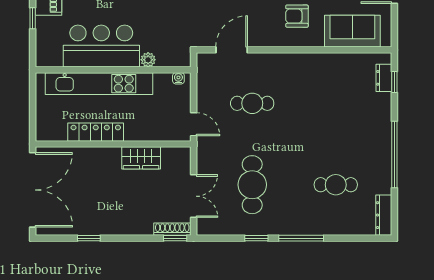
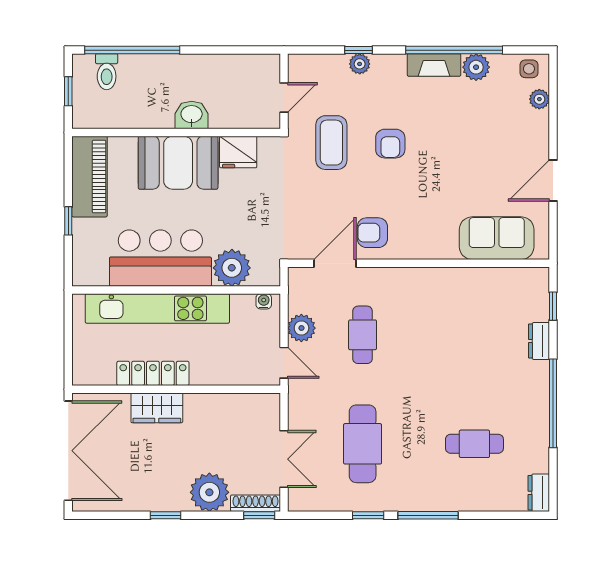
armchair: (297, 16) -> (372, 233), moved
plant: (148, 60) -> (232, 268), width x1.88, depth x1.88
dresser: (384, 78) -> (539, 341), moved
plant: (207, 98) -> (301, 328), added
cafe table: (252, 103) -> (363, 335), turned 90
wardrobe: (141, 158) -> (157, 408), moved
dresser: (384, 215) -> (539, 493), width x0.70
plant: (138, 221) -> (209, 492), added
window: (89, 238) -> (166, 515), moved

